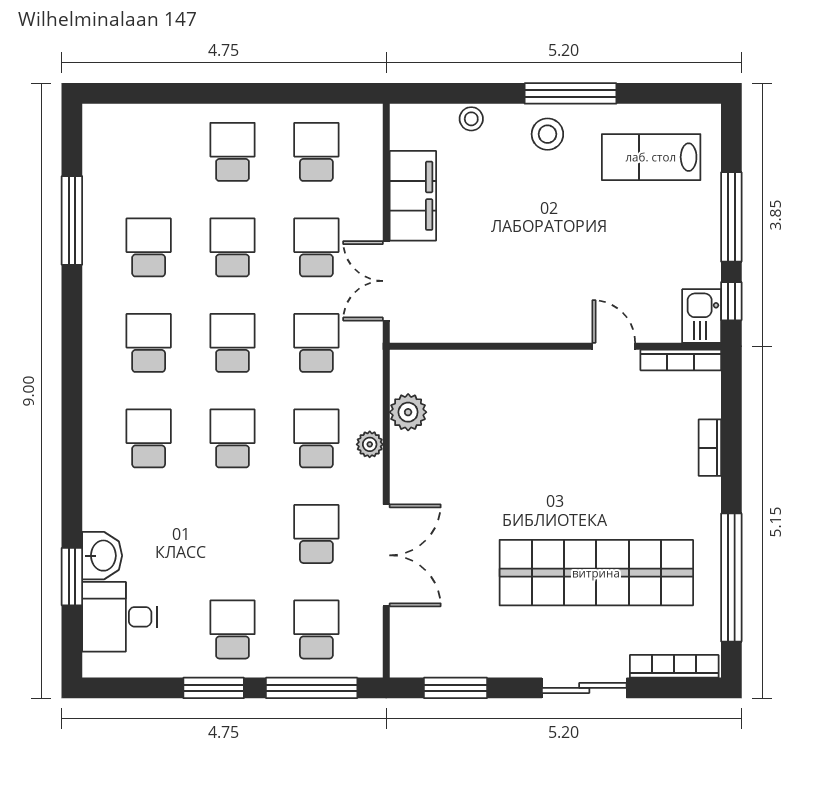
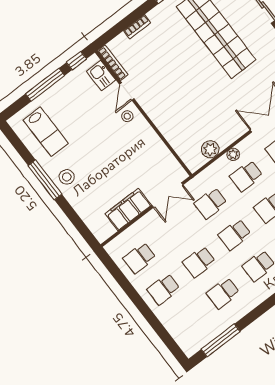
stool: (471, 119) -> (127, 116), moved
window: (72, 220) -> (221, 340), moved
school desk: (316, 247) -> (175, 231), removed
kitchen sink: (702, 316) -> (101, 76), moved, turned 90

